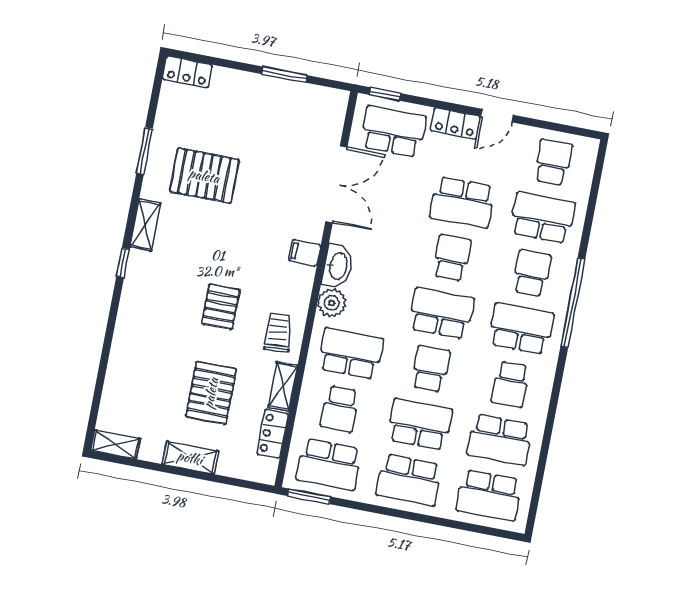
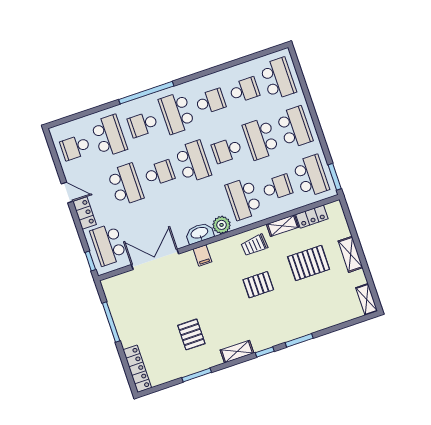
locker: (187, 72) -> (137, 369), width x1.53
window: (284, 75) -> (111, 322), width x1.44
pallet: (204, 176) -> (191, 334), width x0.67, depth x0.71
school desk: (542, 218) -> (109, 136), turned 180
school desk: (452, 258) -> (159, 173), turned 180
school desk: (441, 313) -> (193, 162), turned 180
window: (112, 319) -> (299, 340), added
school desk: (500, 440) -> (244, 90), width x0.54

